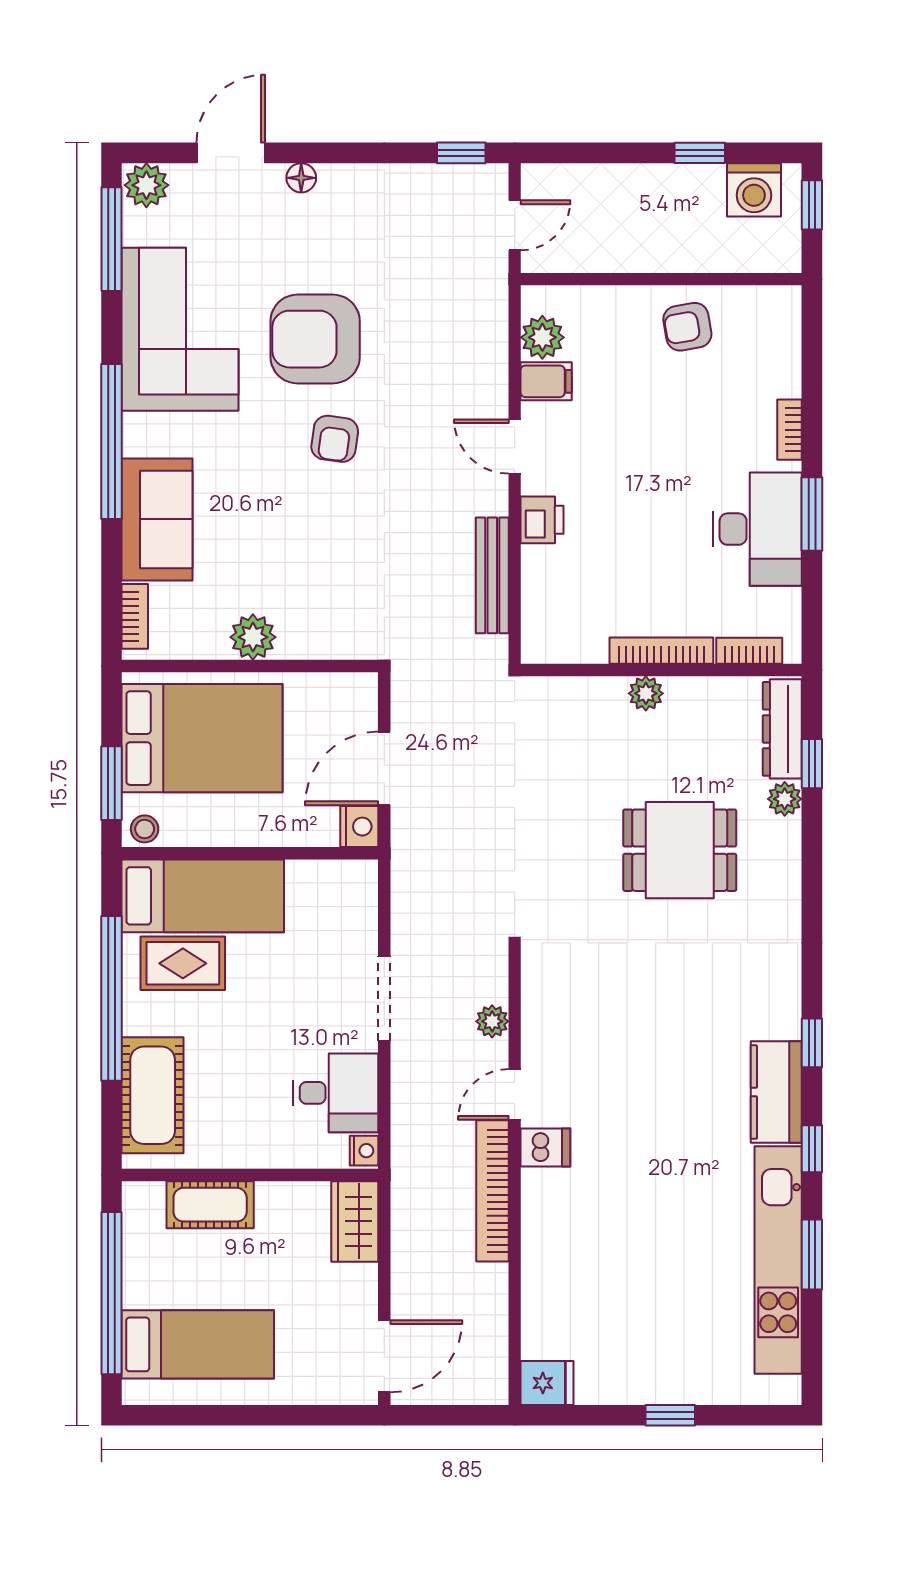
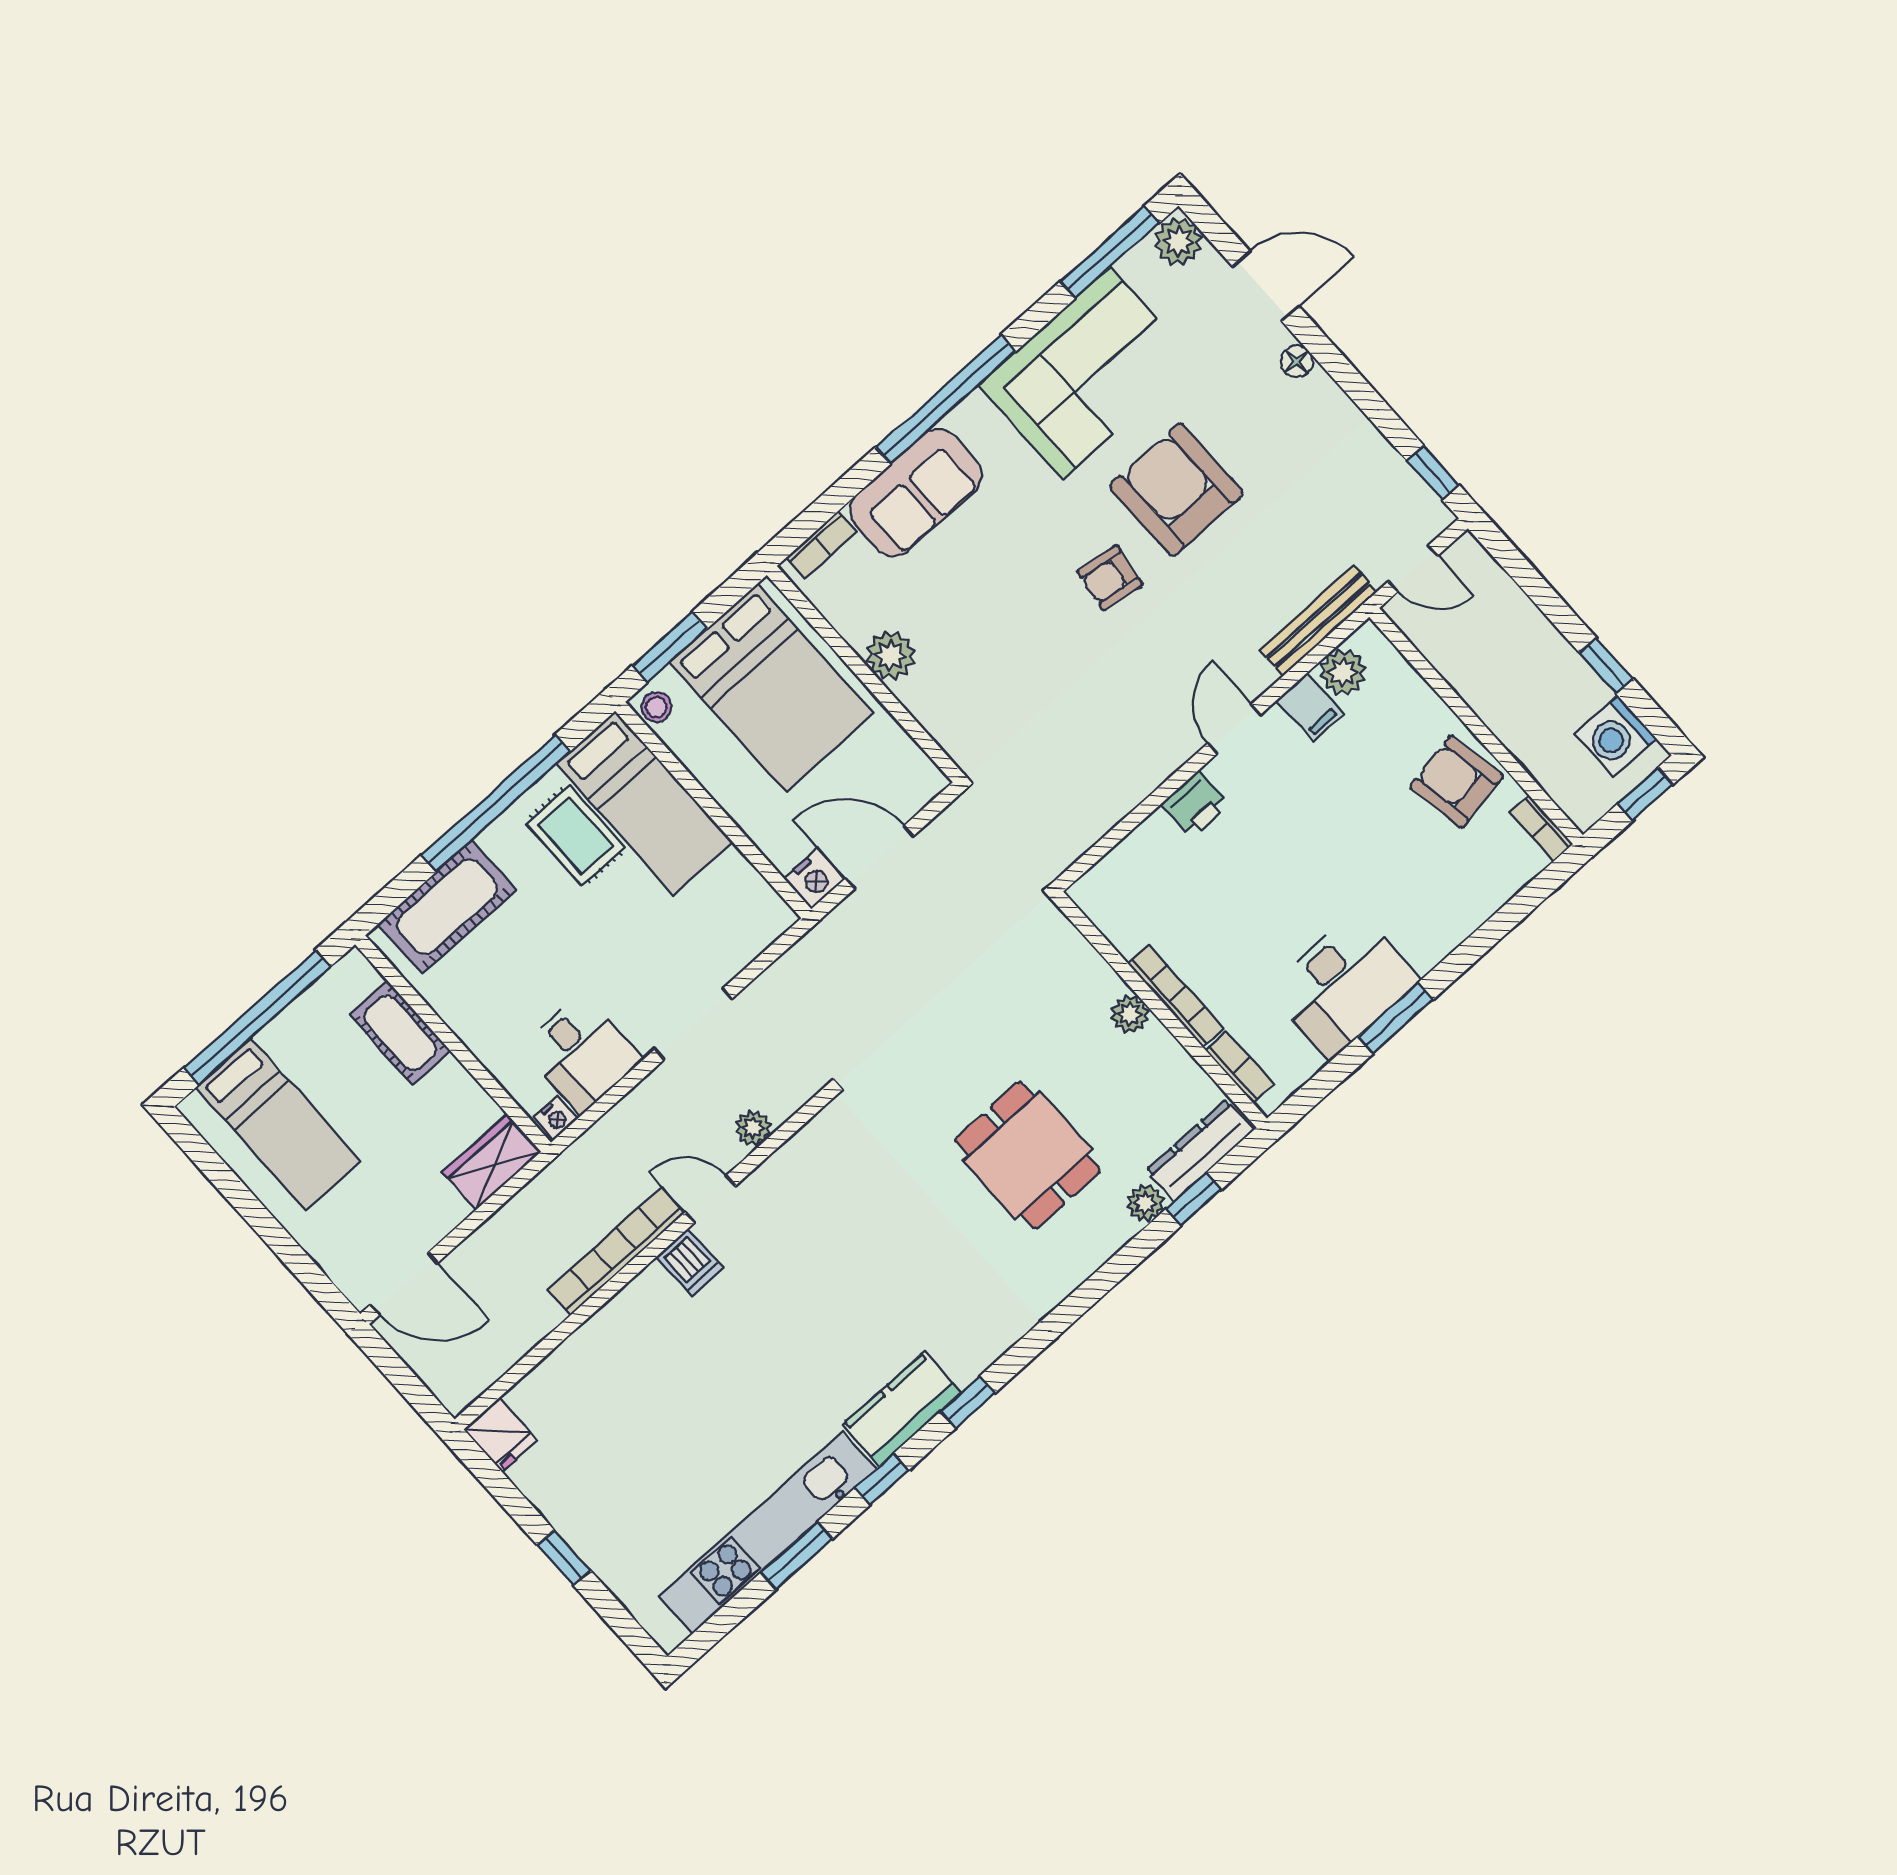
armchair: (687, 327) -> (1457, 782), width x1.38, depth x1.38
bookcase: (790, 430) -> (1541, 828), moved, turned -90
bench: (492, 575) -> (1318, 621), moved

